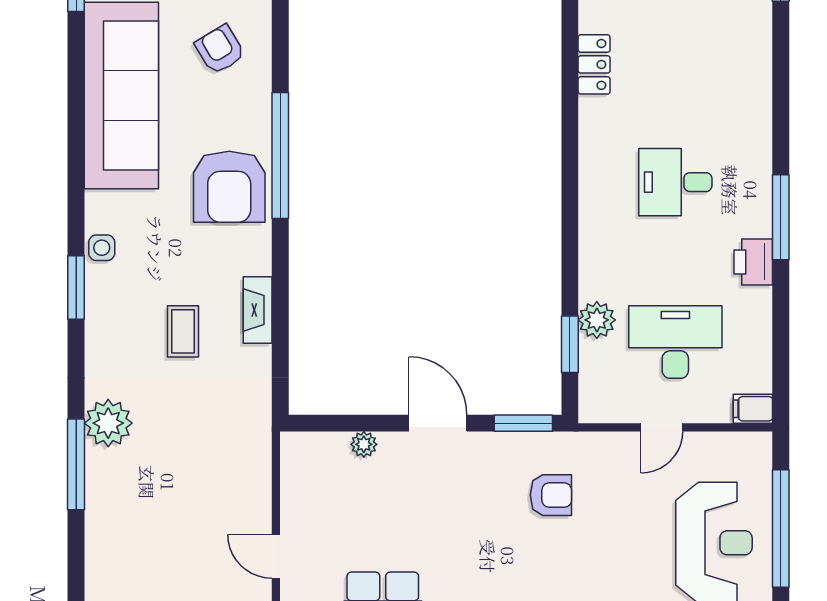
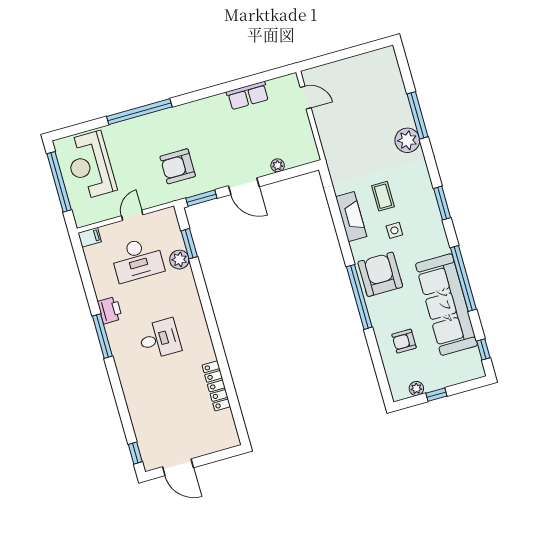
armchair: (220, 50) -> (404, 341), turned 121
locker: (594, 64) -> (216, 386), width x1.53
window: (76, 135) -> (463, 279), added
side table: (102, 248) -> (394, 230), moved
fireplace: (258, 310) -> (351, 217), width x1.37, depth x1.32
armchair: (551, 495) -> (178, 166), width x1.38, depth x1.38

